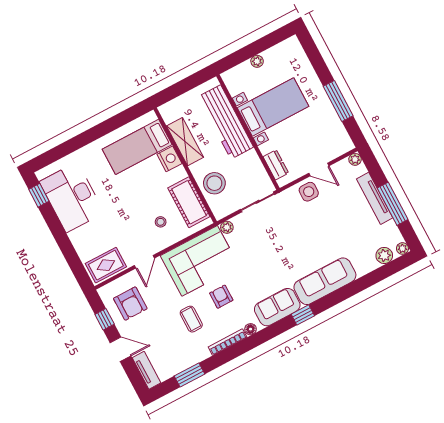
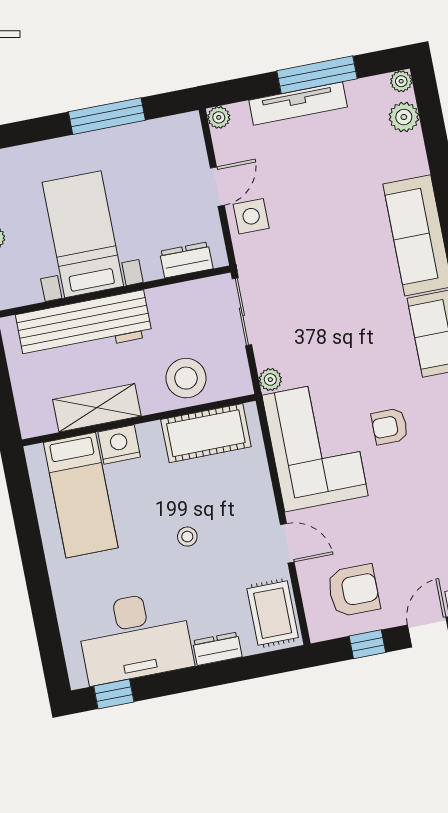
stool: (161, 222) -> (187, 537), moved
dresser: (79, 242) -> (217, 649), added
coffee table: (191, 319) -> (413, 491), removed

